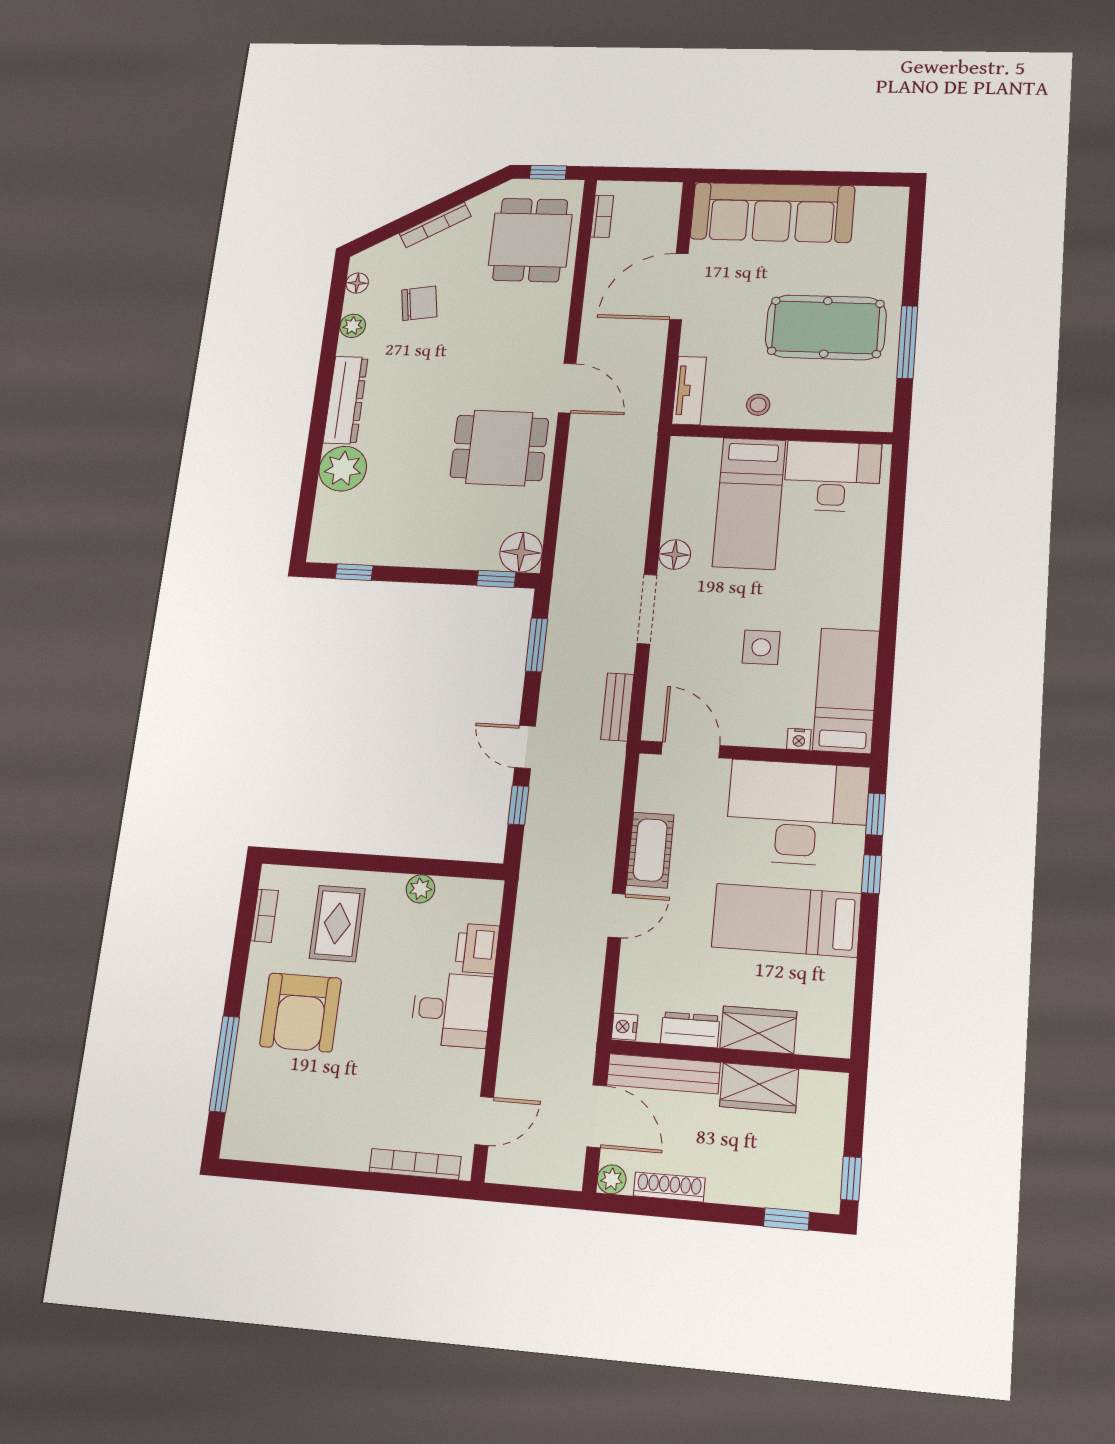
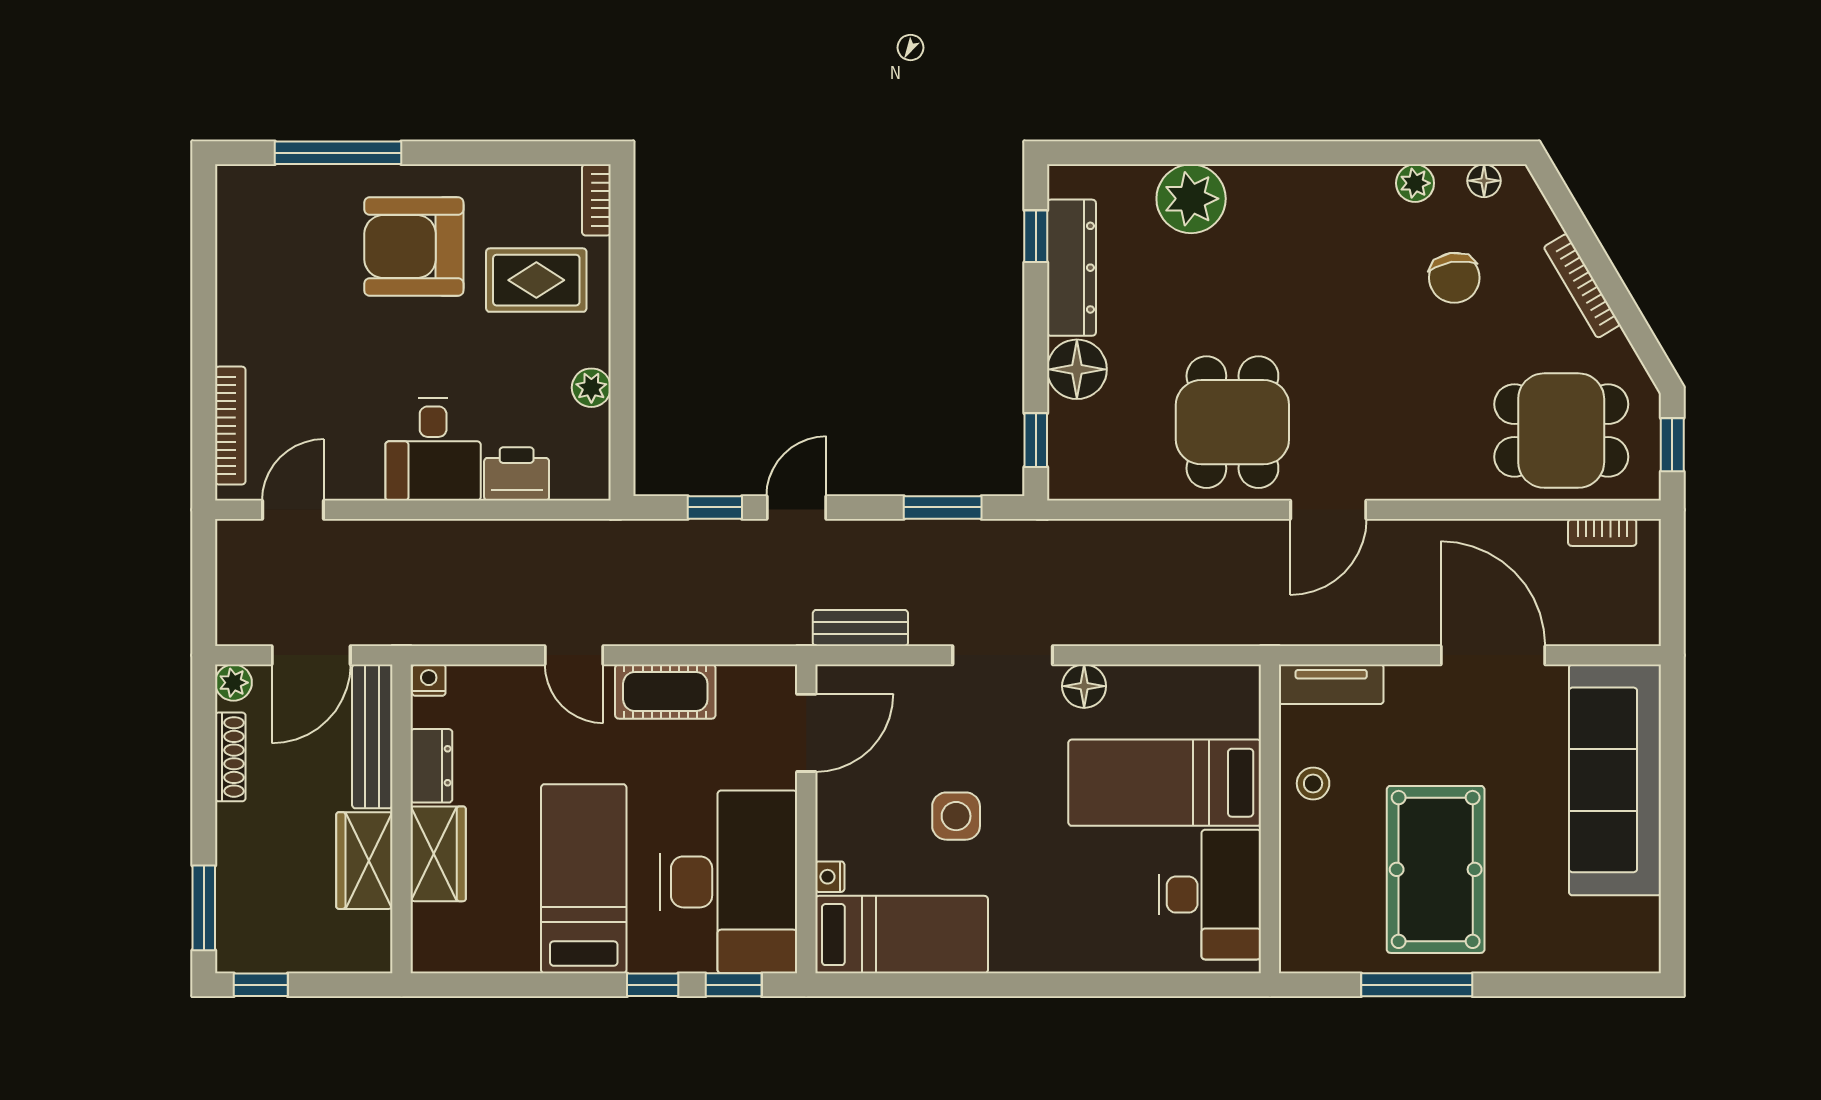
dresser: (346, 400) -> (1071, 268), moved, turned -90
floor lamp: (521, 552) -> (1077, 369), moved
bookcase: (265, 916) -> (596, 200), moved, turned 90
door: (484, 1121) -> (293, 510), swing flipped
window: (787, 1219) -> (204, 908), width x1.50

